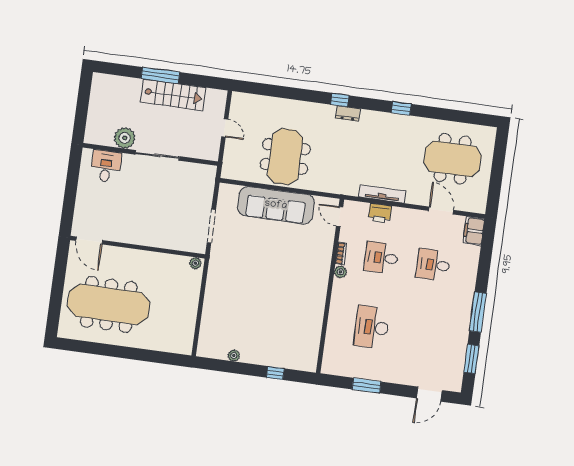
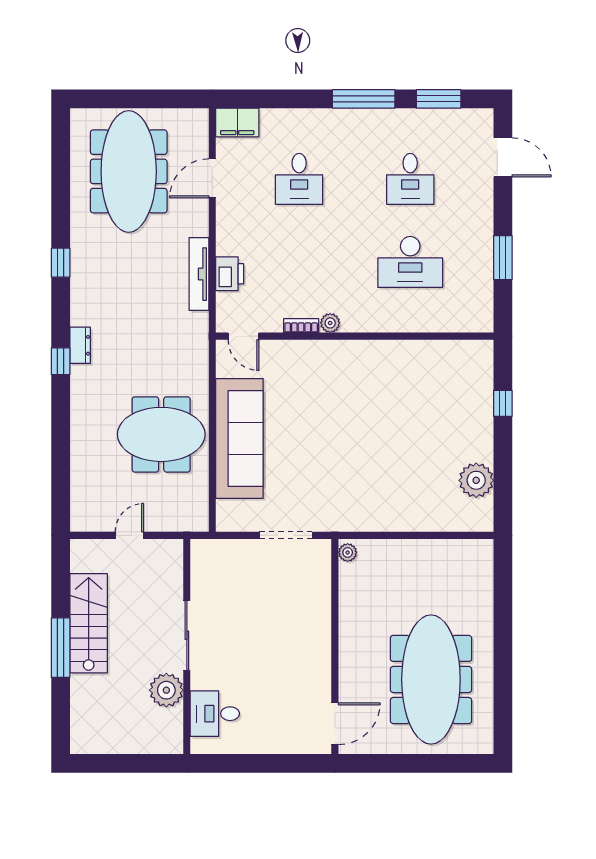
meeting table: (453, 159) -> (129, 171), width x1.36
door: (340, 217) -> (244, 336), hinge flipped
desk: (381, 258) -> (410, 179), moved
plant: (234, 356) -> (476, 480), width x1.88, depth x1.88

